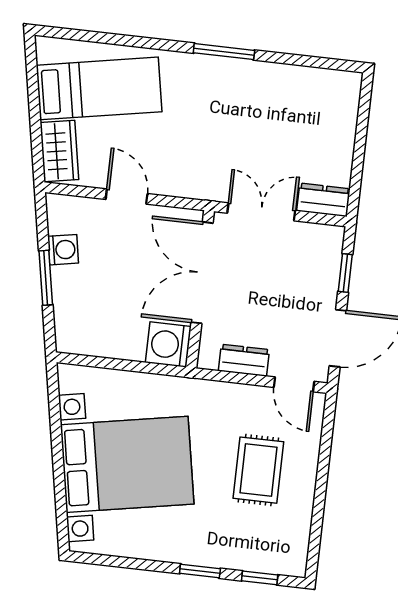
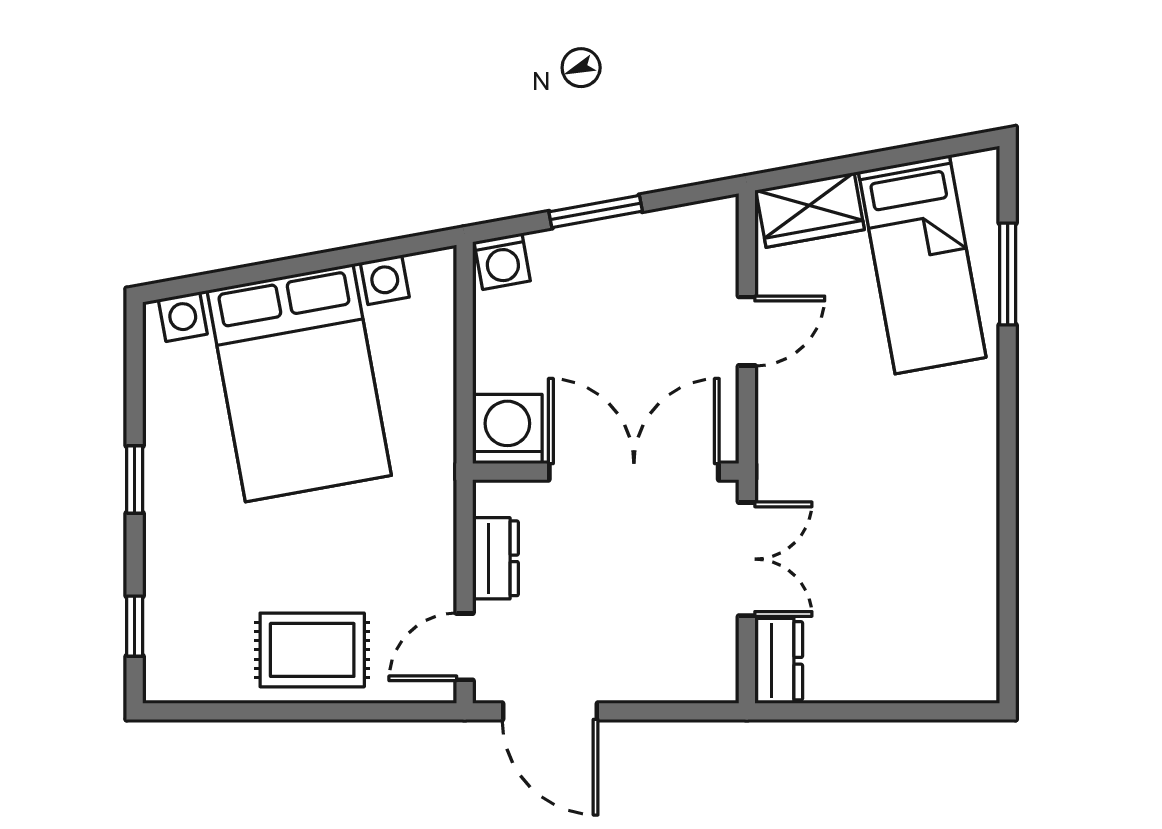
window: (224, 52) -> (1008, 274), moved
washing machine: (63, 250) -> (502, 261), moved
window: (345, 273) -> (661, 711), removed
rug: (258, 470) -> (312, 650), moved
window: (200, 571) -> (135, 480), moved

